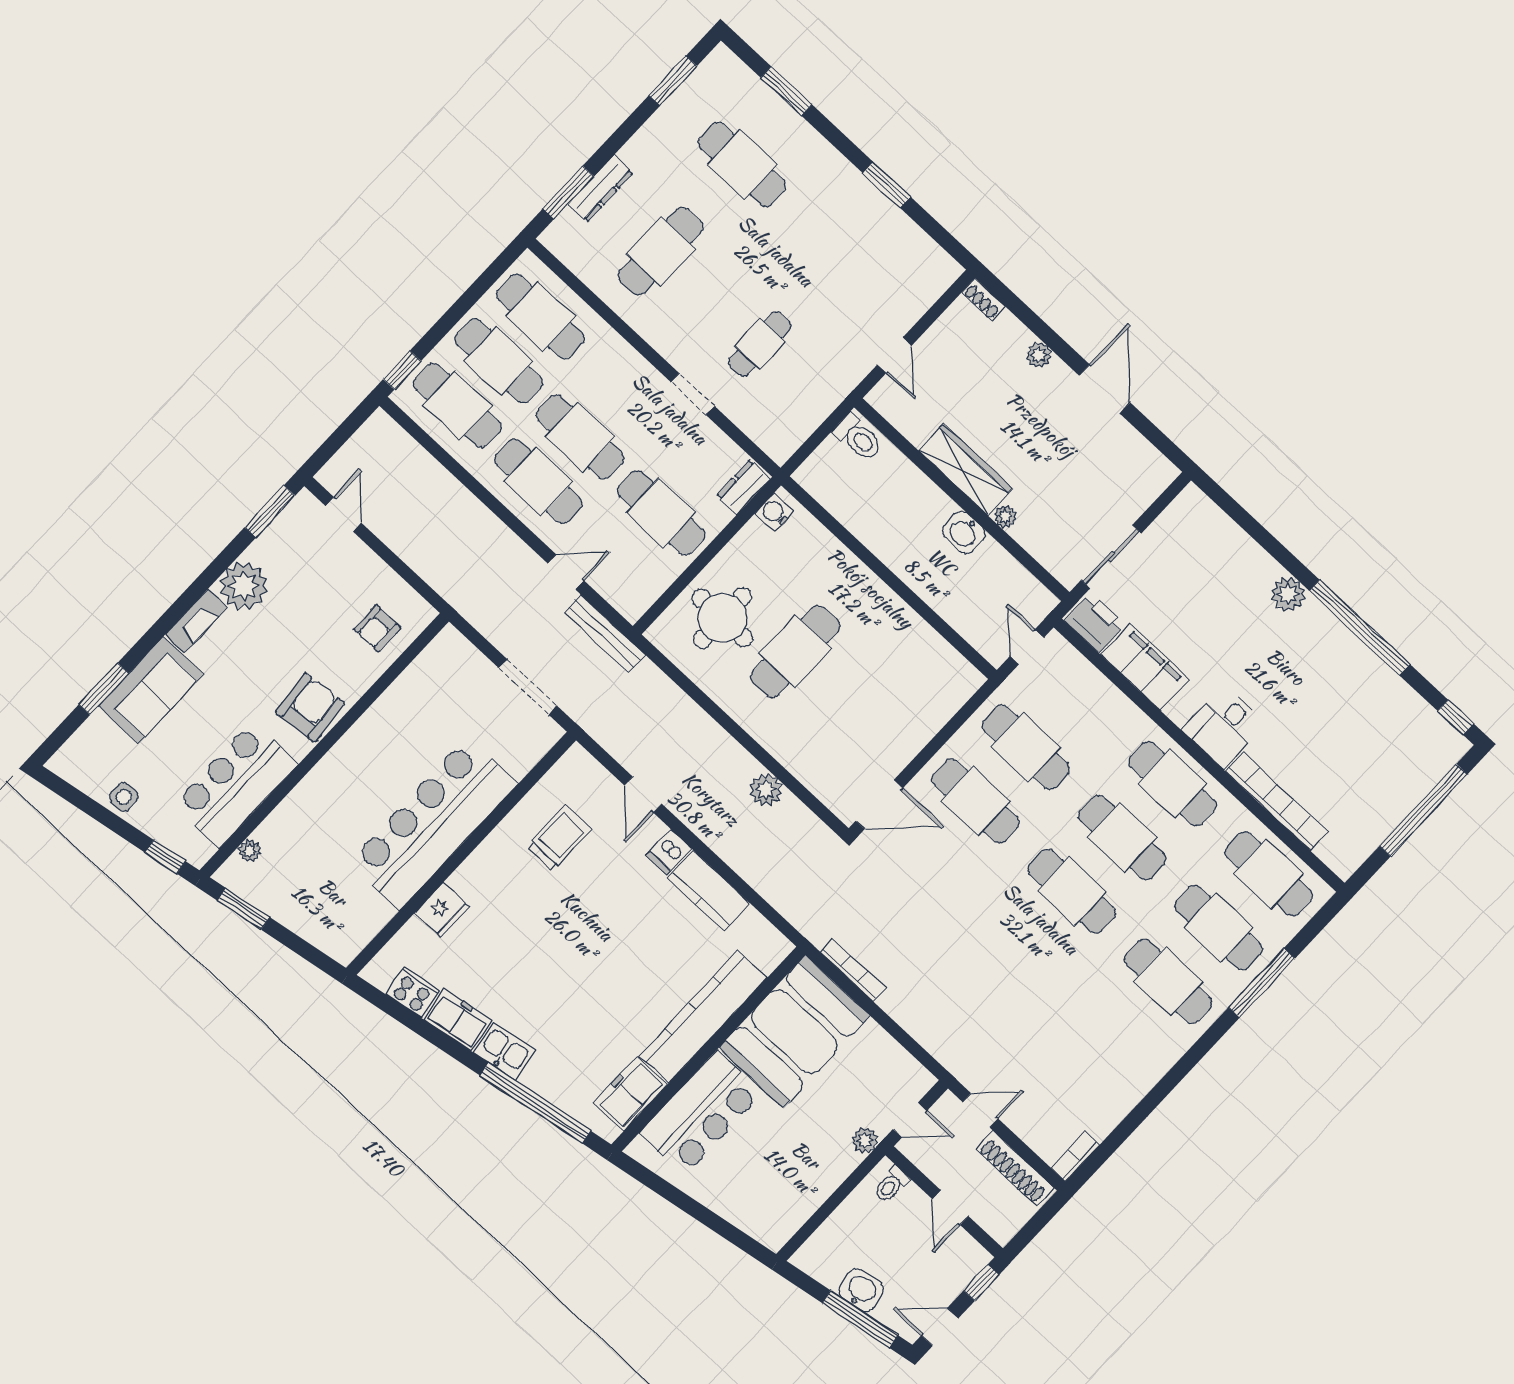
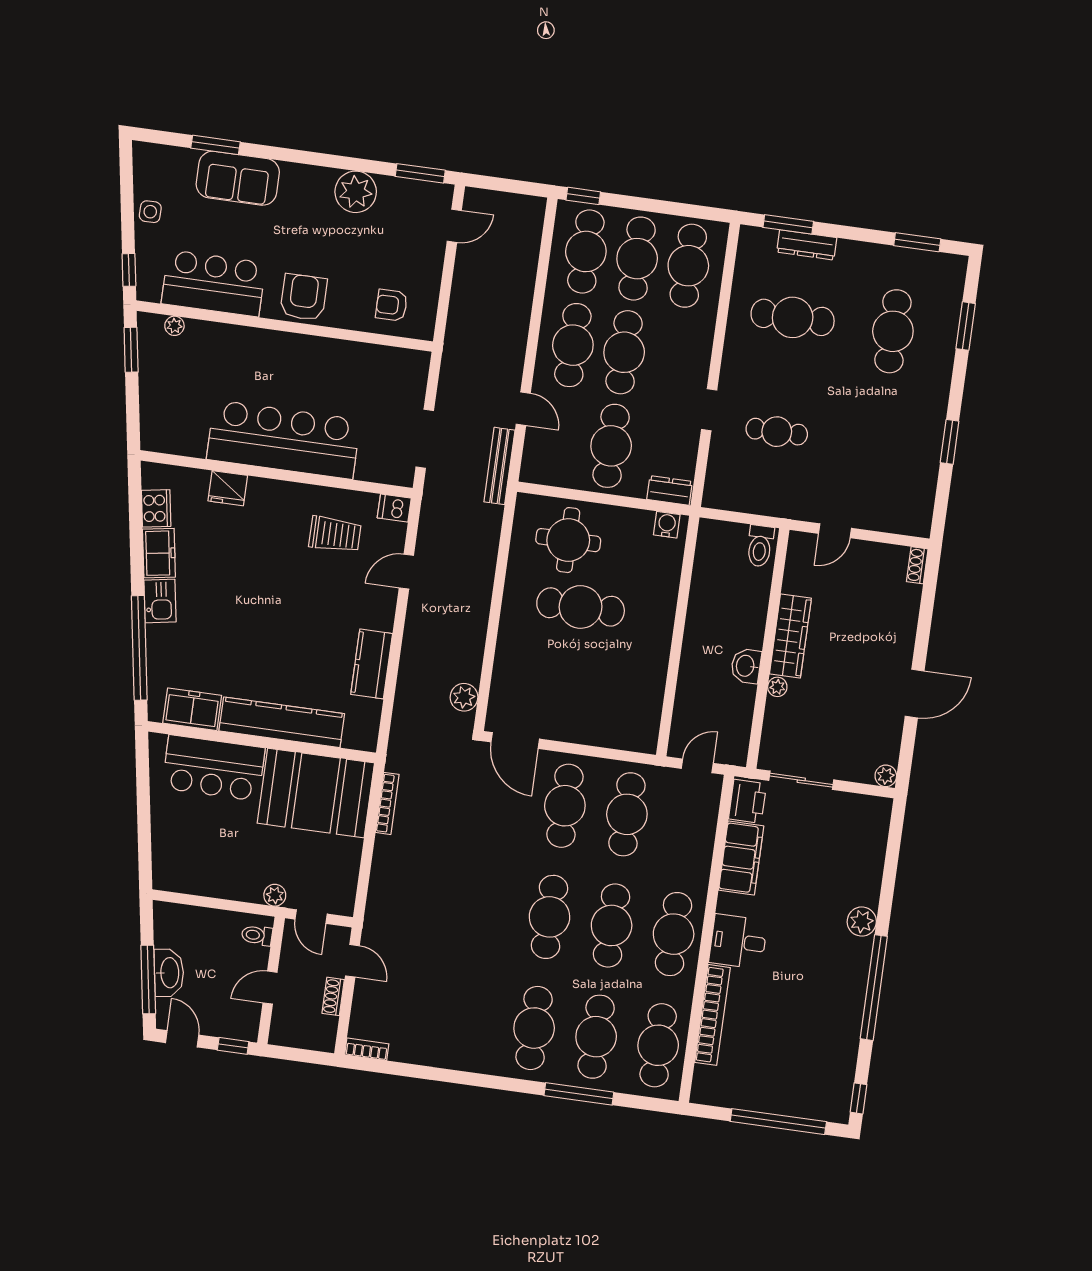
plant: (1039, 355) -> (886, 776), moved
fireplace: (196, 621) -> (308, 176), removed
armchair: (310, 708) -> (304, 297), turned -84
plant: (766, 790) -> (464, 697), moved
dishwasher: (669, 852) -> (394, 508), moved
shoe rack: (1015, 1168) -> (333, 996), width x0.51, depth x0.81
washbasin: (861, 1290) -> (169, 973), width x1.38

